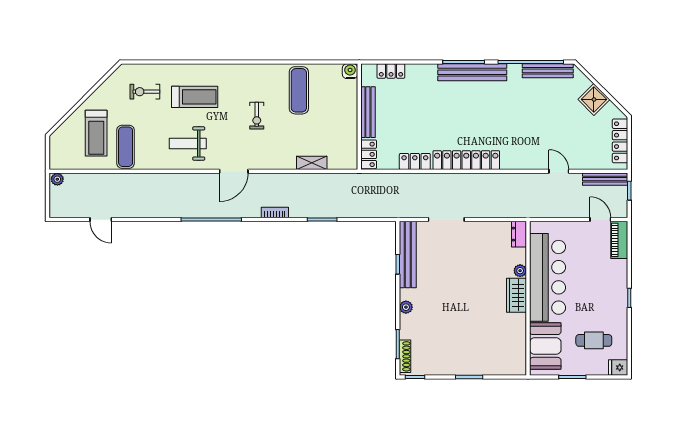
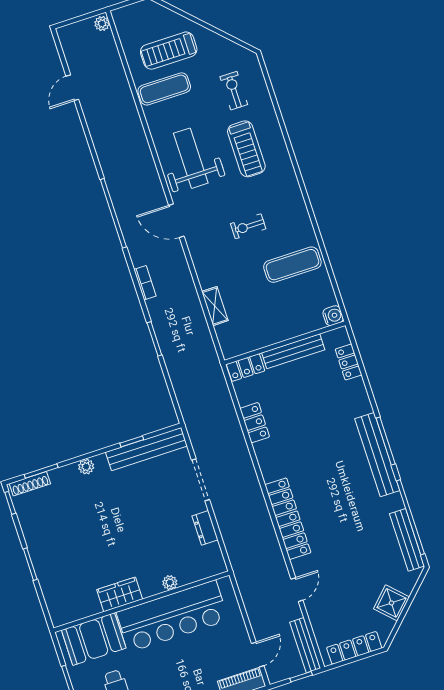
weight bench: (188, 143) -> (191, 158), width x1.36, depth x1.33
locker: (466, 160) -> (288, 519), moved
dresser: (519, 234) -> (205, 528), moved, turned -90
wardrobe: (516, 295) -> (120, 594), moved

